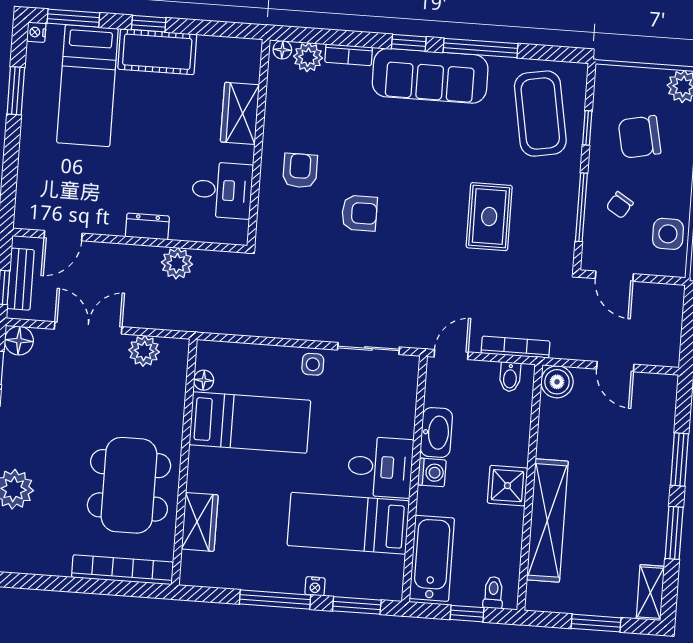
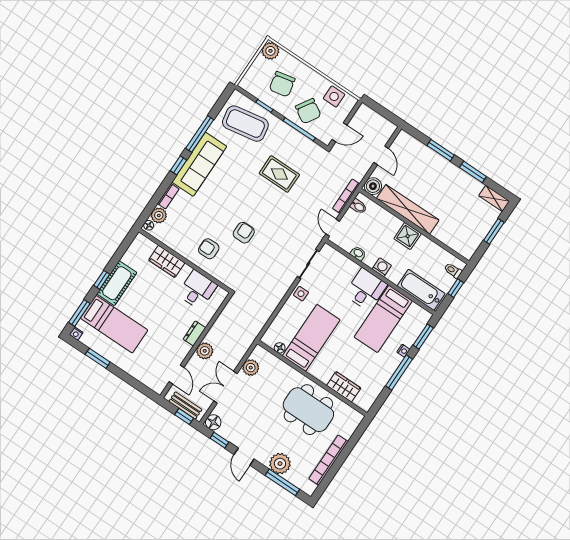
chair: (620, 205) -> (308, 111), width x1.87, depth x1.87
plant: (177, 263) -> (205, 351), moved
door: (615, 367) -> (381, 155), hinge flipped
washbasin: (436, 432) -> (358, 253), width x0.52, depth x0.69
shelving: (547, 520) -> (408, 209), moved
bookcase: (122, 570) -> (328, 460), moved

